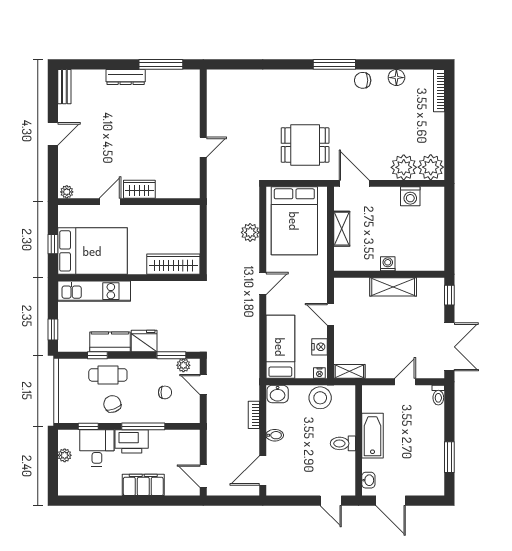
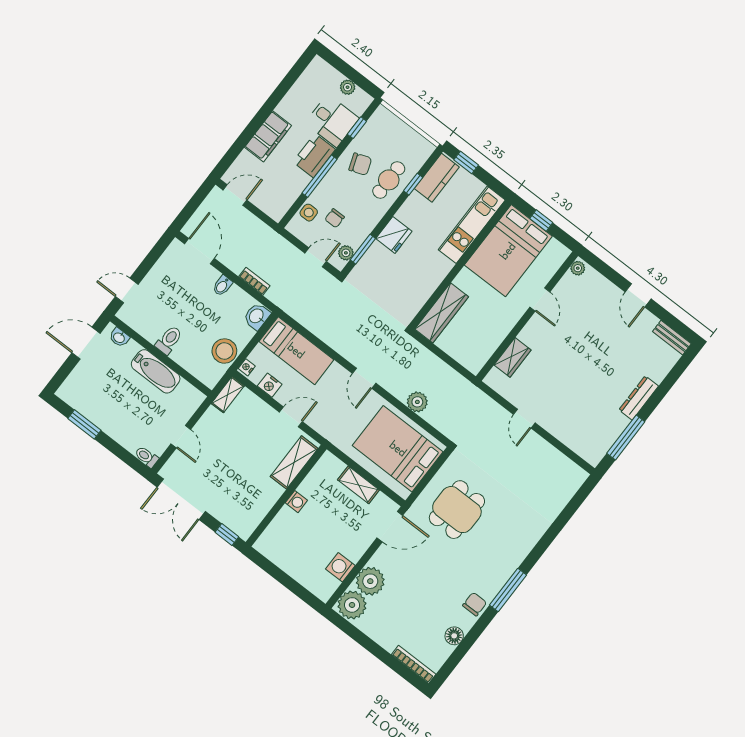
wardrobe: (139, 189) -> (513, 357), moved
shelving: (393, 287) -> (294, 462), moved
kitchen counter: (110, 342) -> (437, 178), moved
side table: (175, 414) -> (309, 213), added

